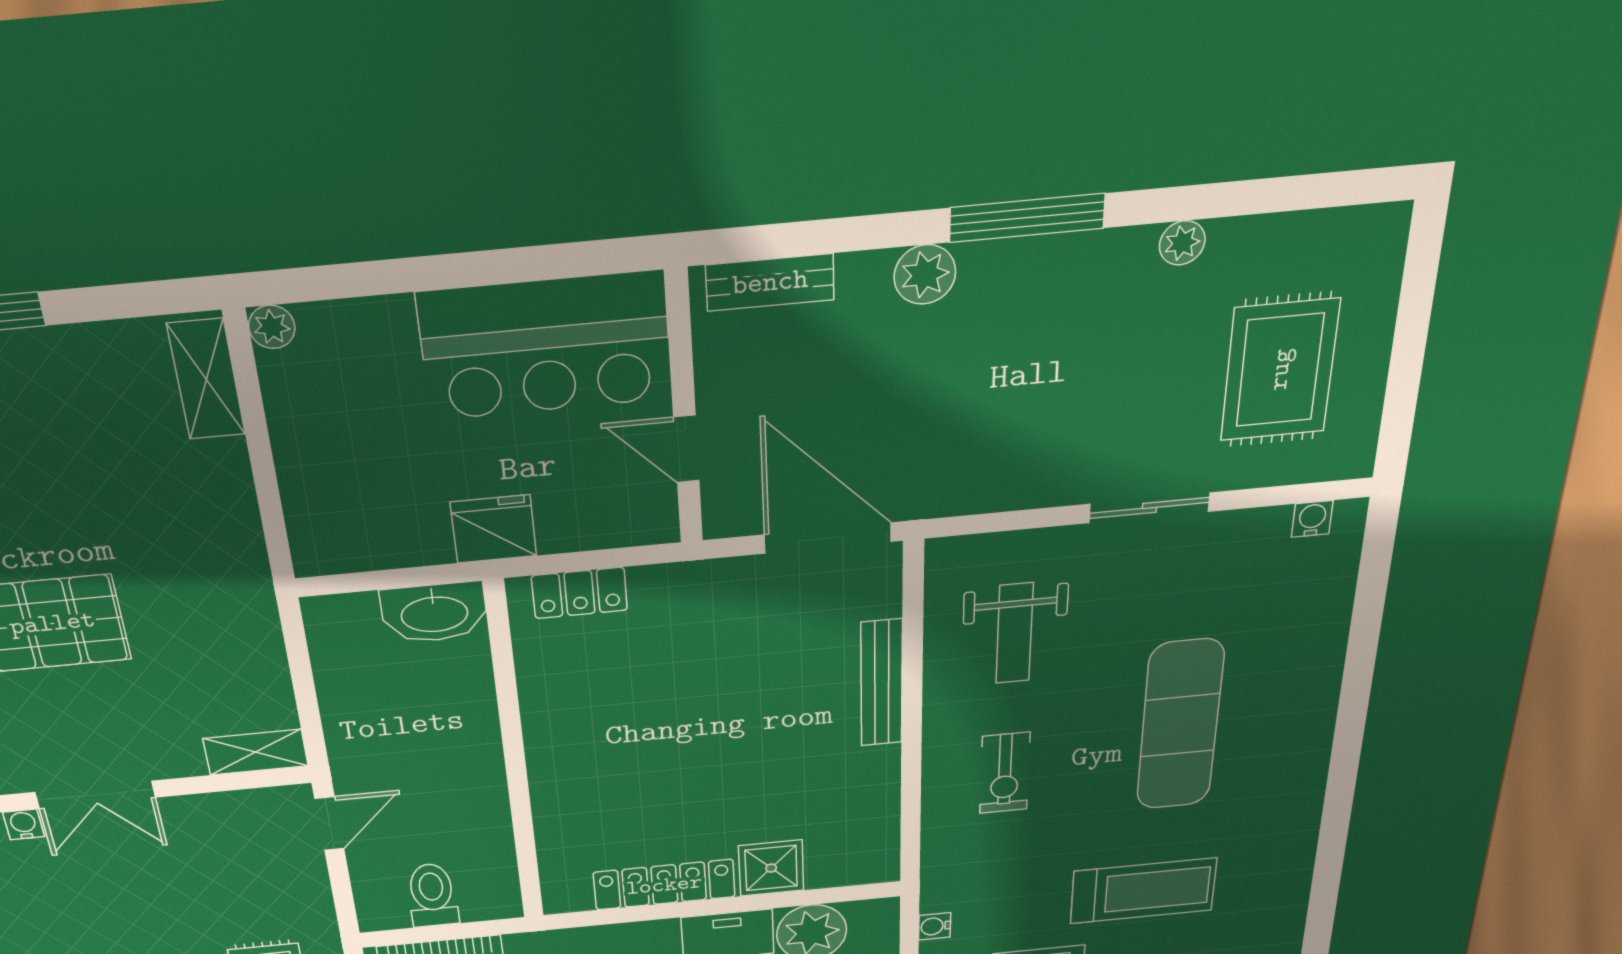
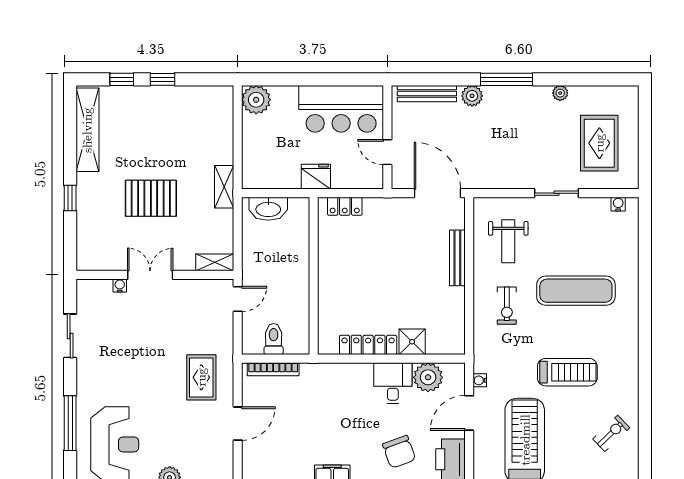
bench: (770, 282) -> (427, 94), width x1.36
plant: (272, 327) -> (256, 100), width x1.88, depth x1.88
shelving: (206, 379) -> (224, 187), moved
washbasin: (434, 613) -> (268, 209), moved
exercise mat: (1180, 725) -> (576, 291), turned 90
double door: (95, 795) -> (150, 275), swing flipped

